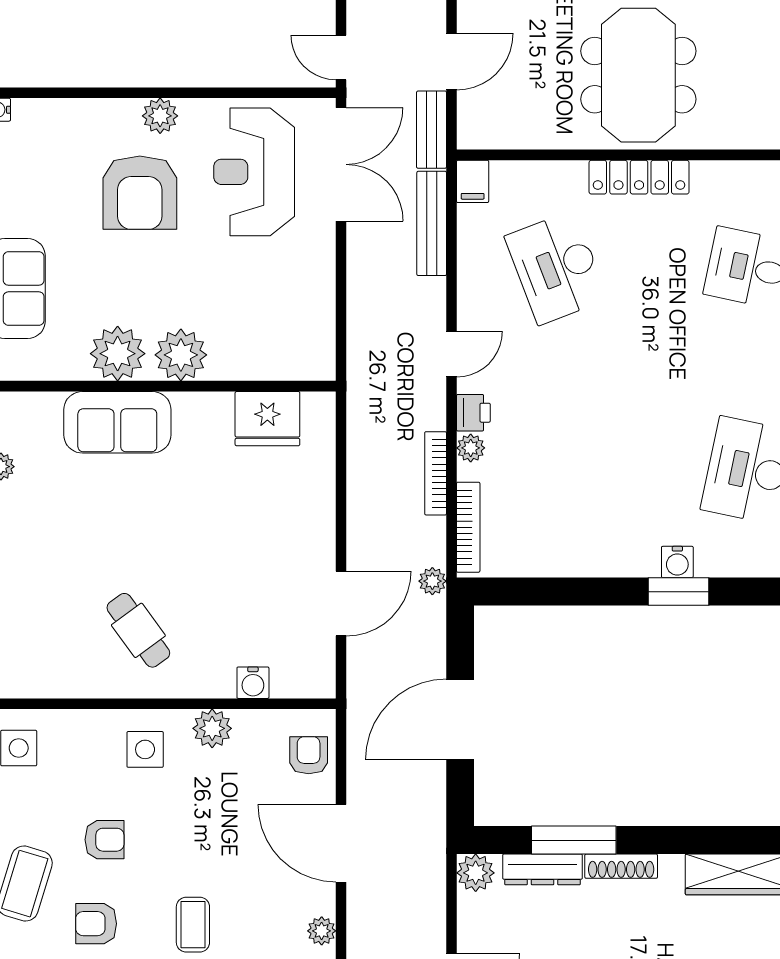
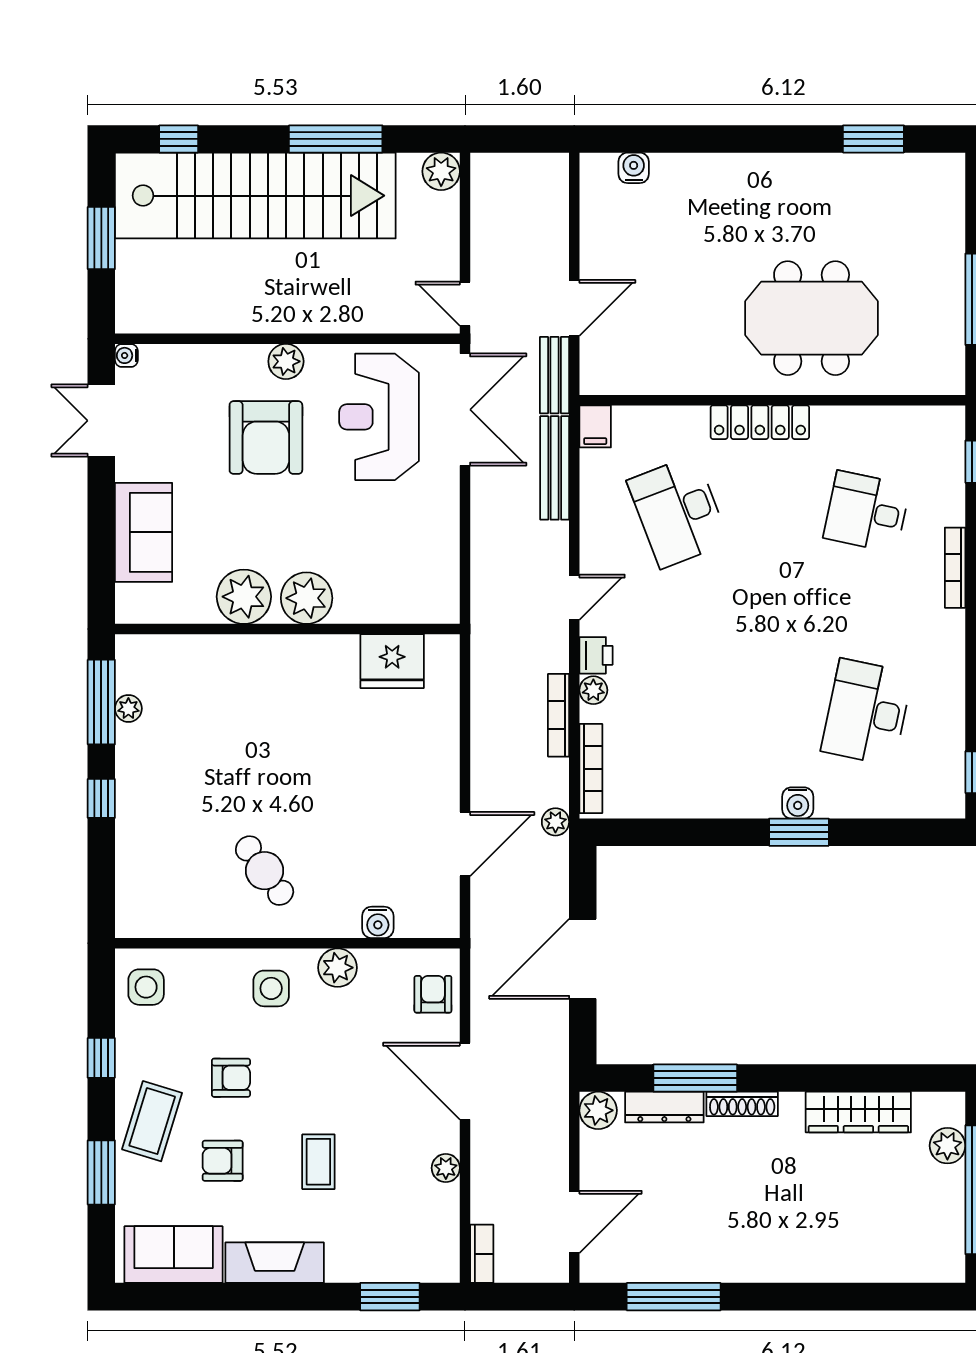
meeting table: (638, 75) -> (812, 318), moved, turned 90
sofa: (117, 422) -> (244, 665), removed

